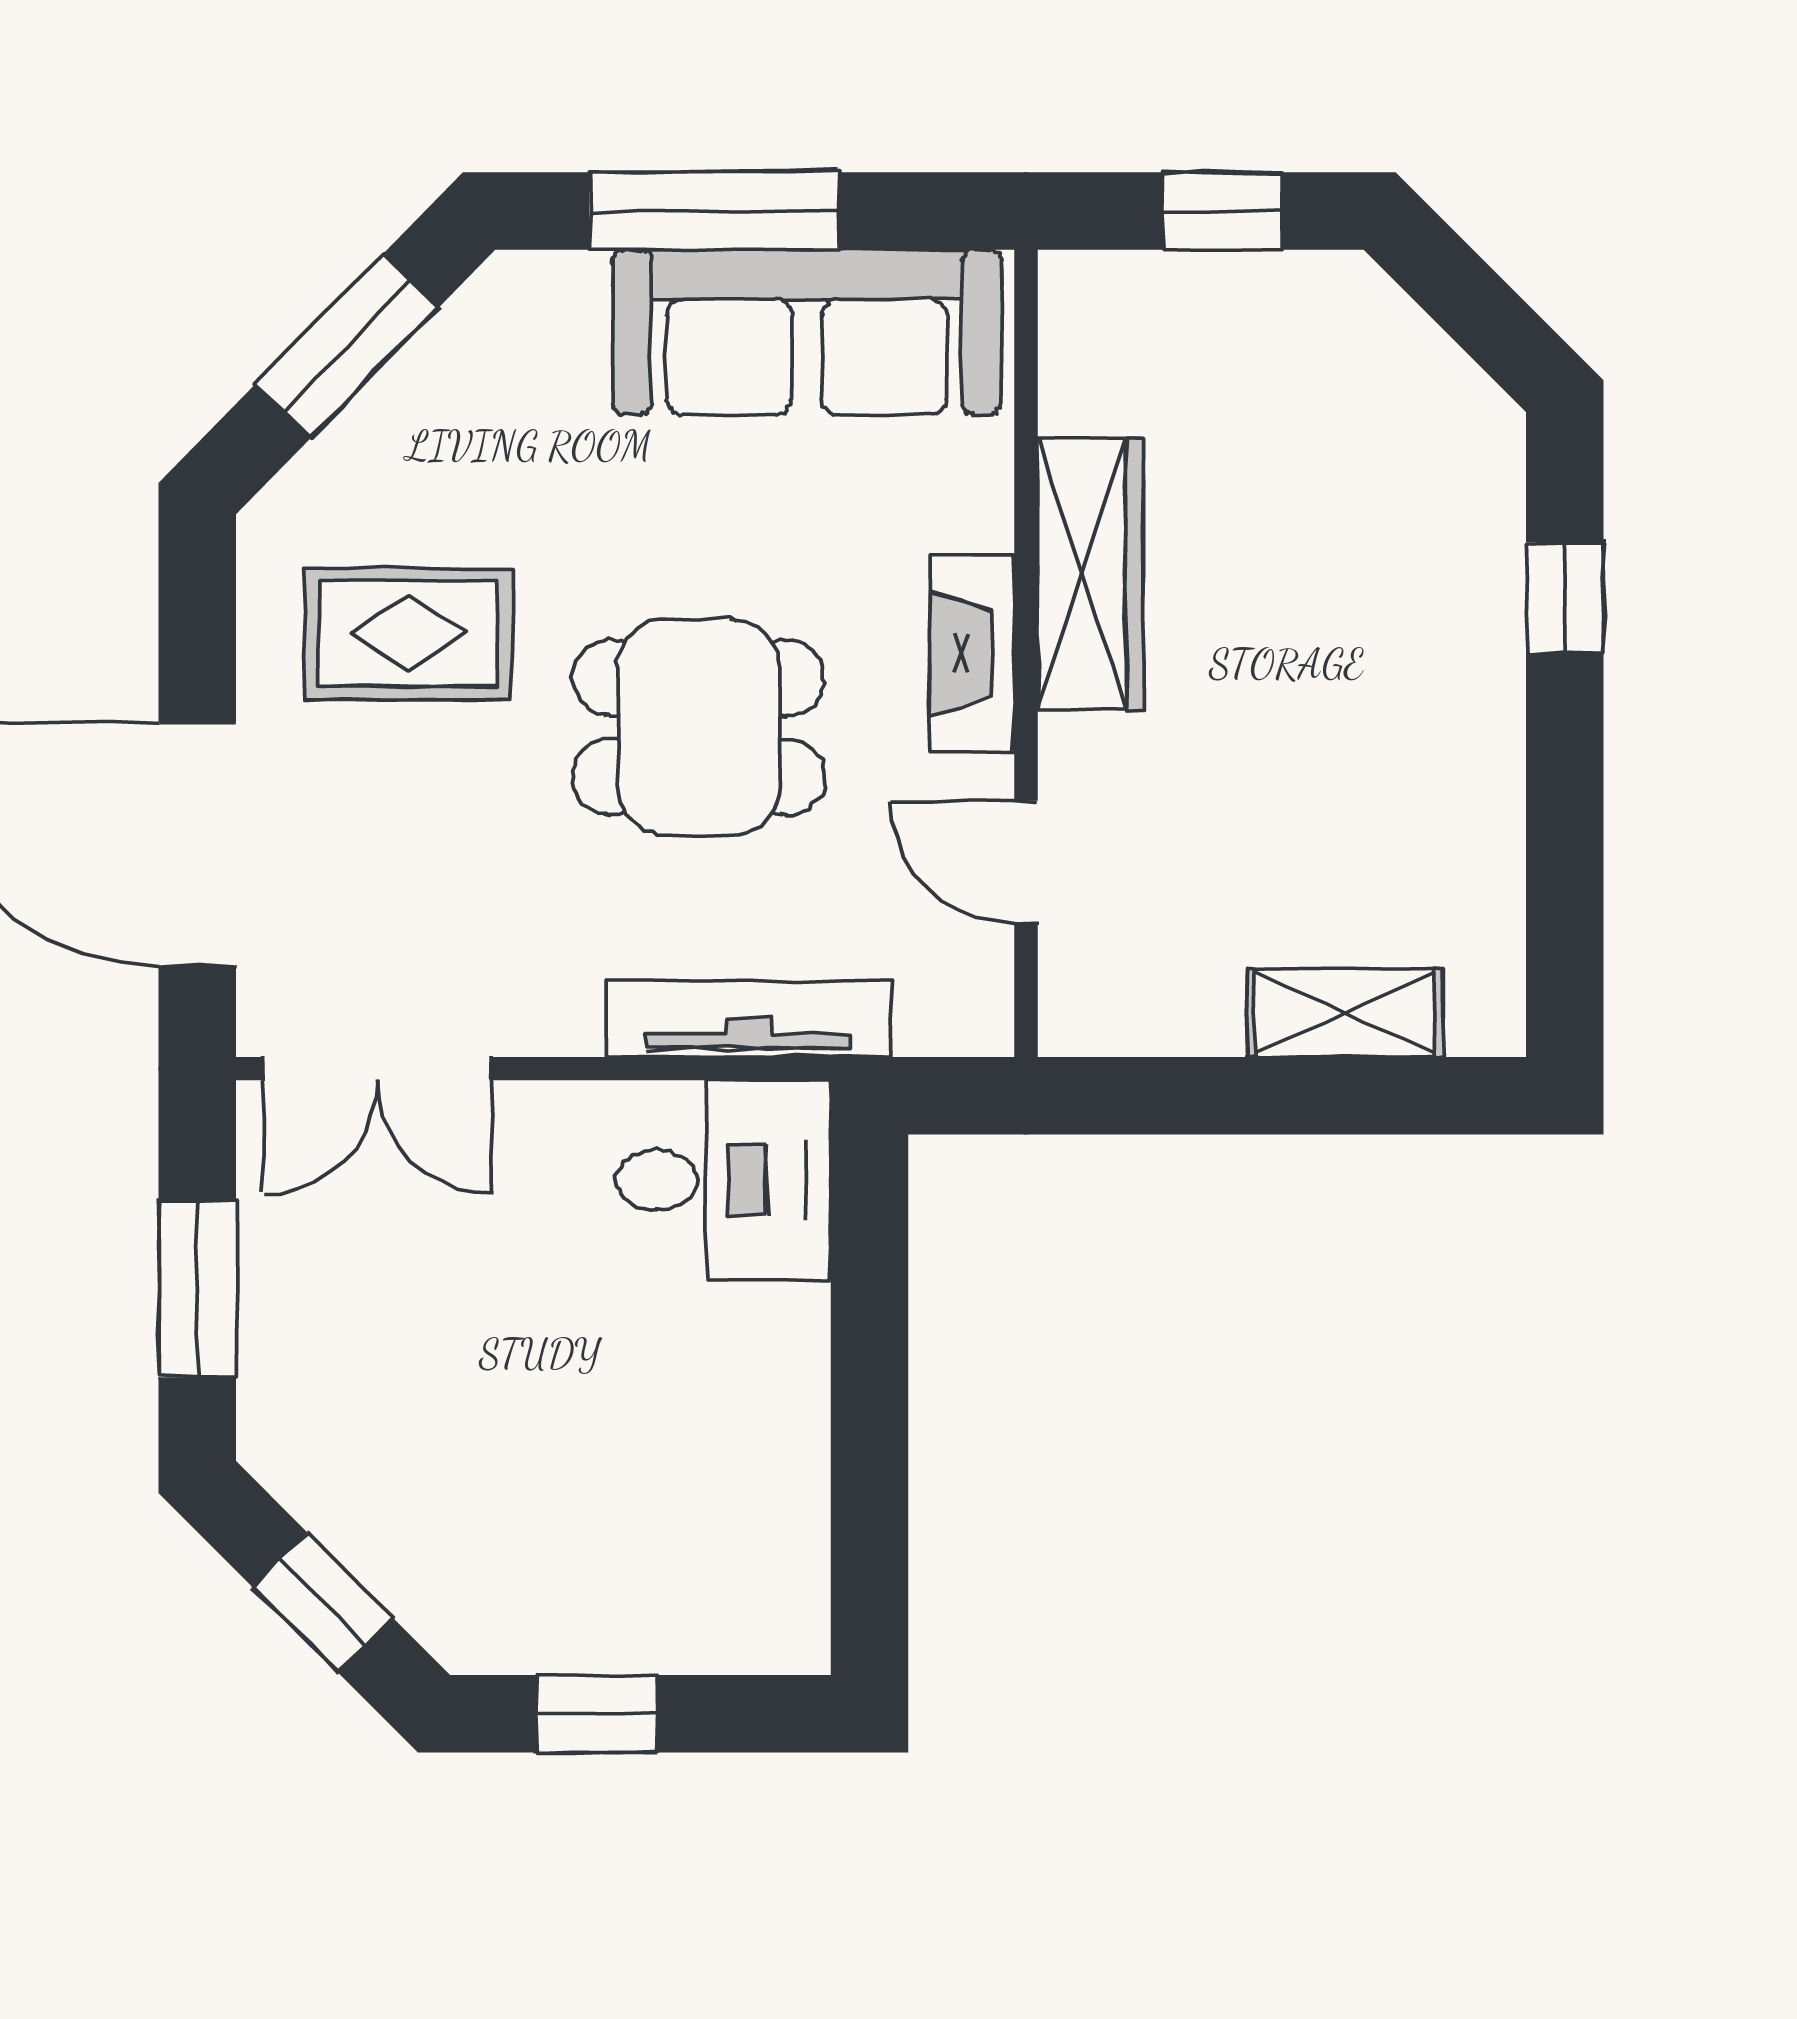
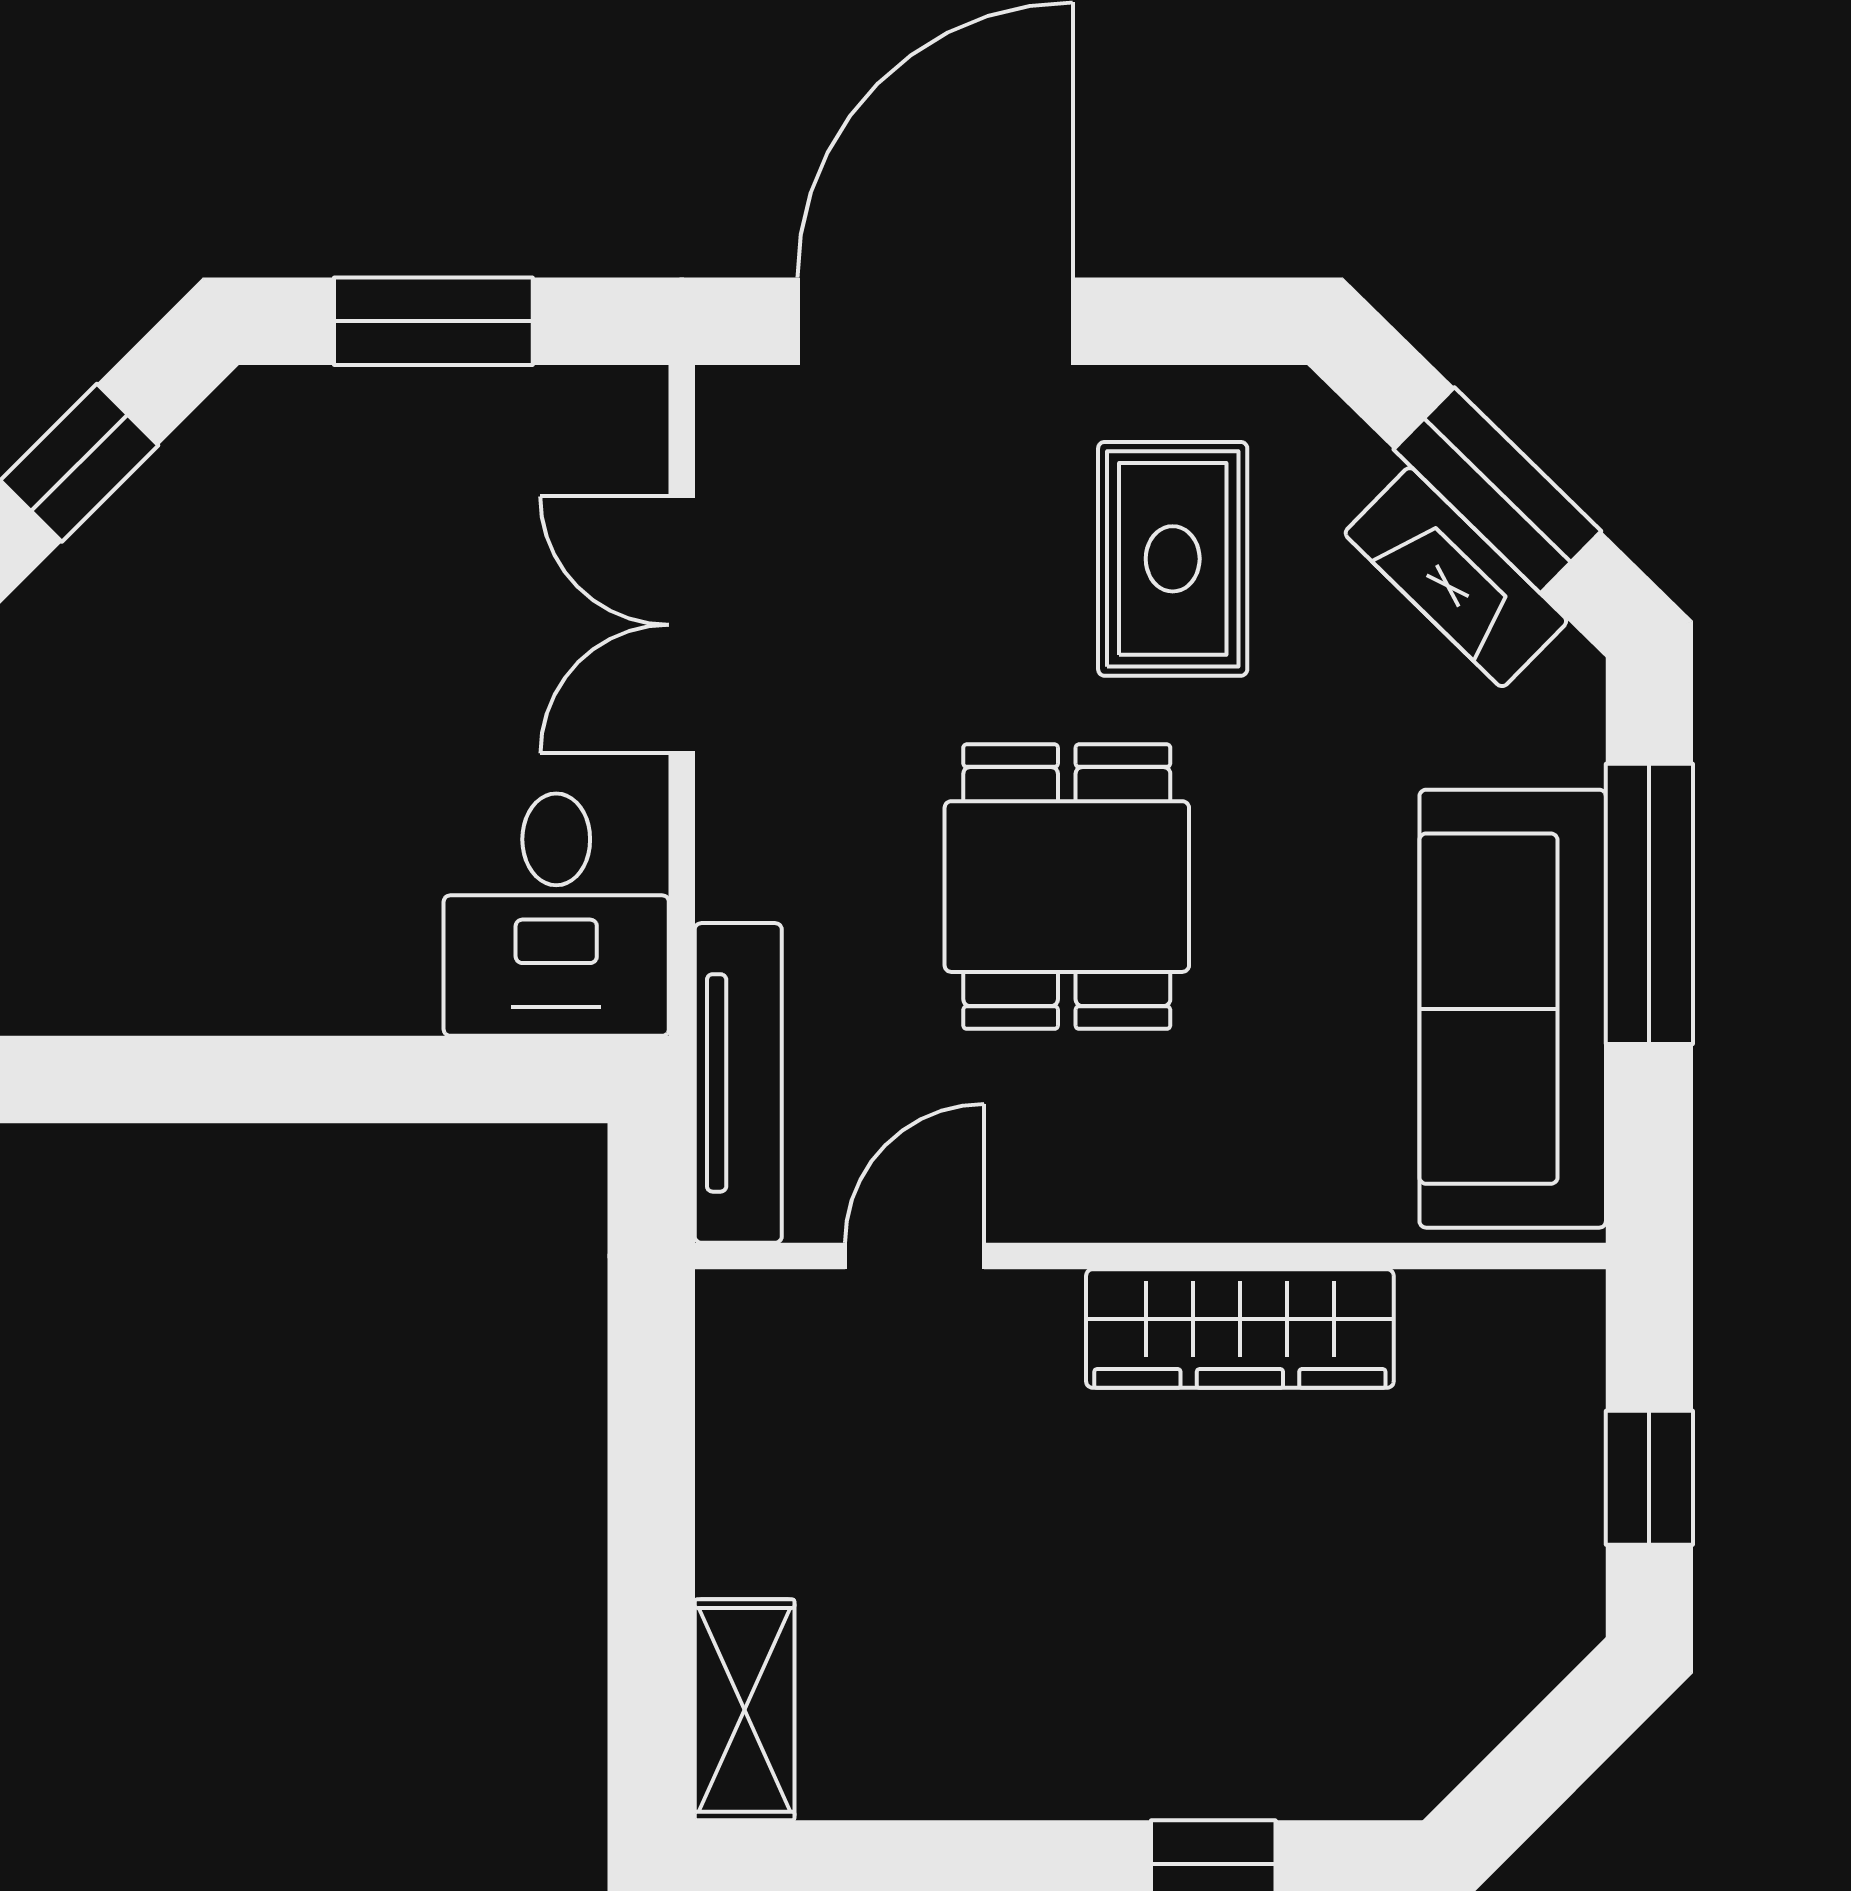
fireplace: (972, 654) -> (1456, 577), moved, turned -136
shelving: (1345, 1013) -> (745, 1710), moved
tv unit: (748, 1019) -> (738, 1083), moved
double door: (378, 1069) -> (682, 625), moved

